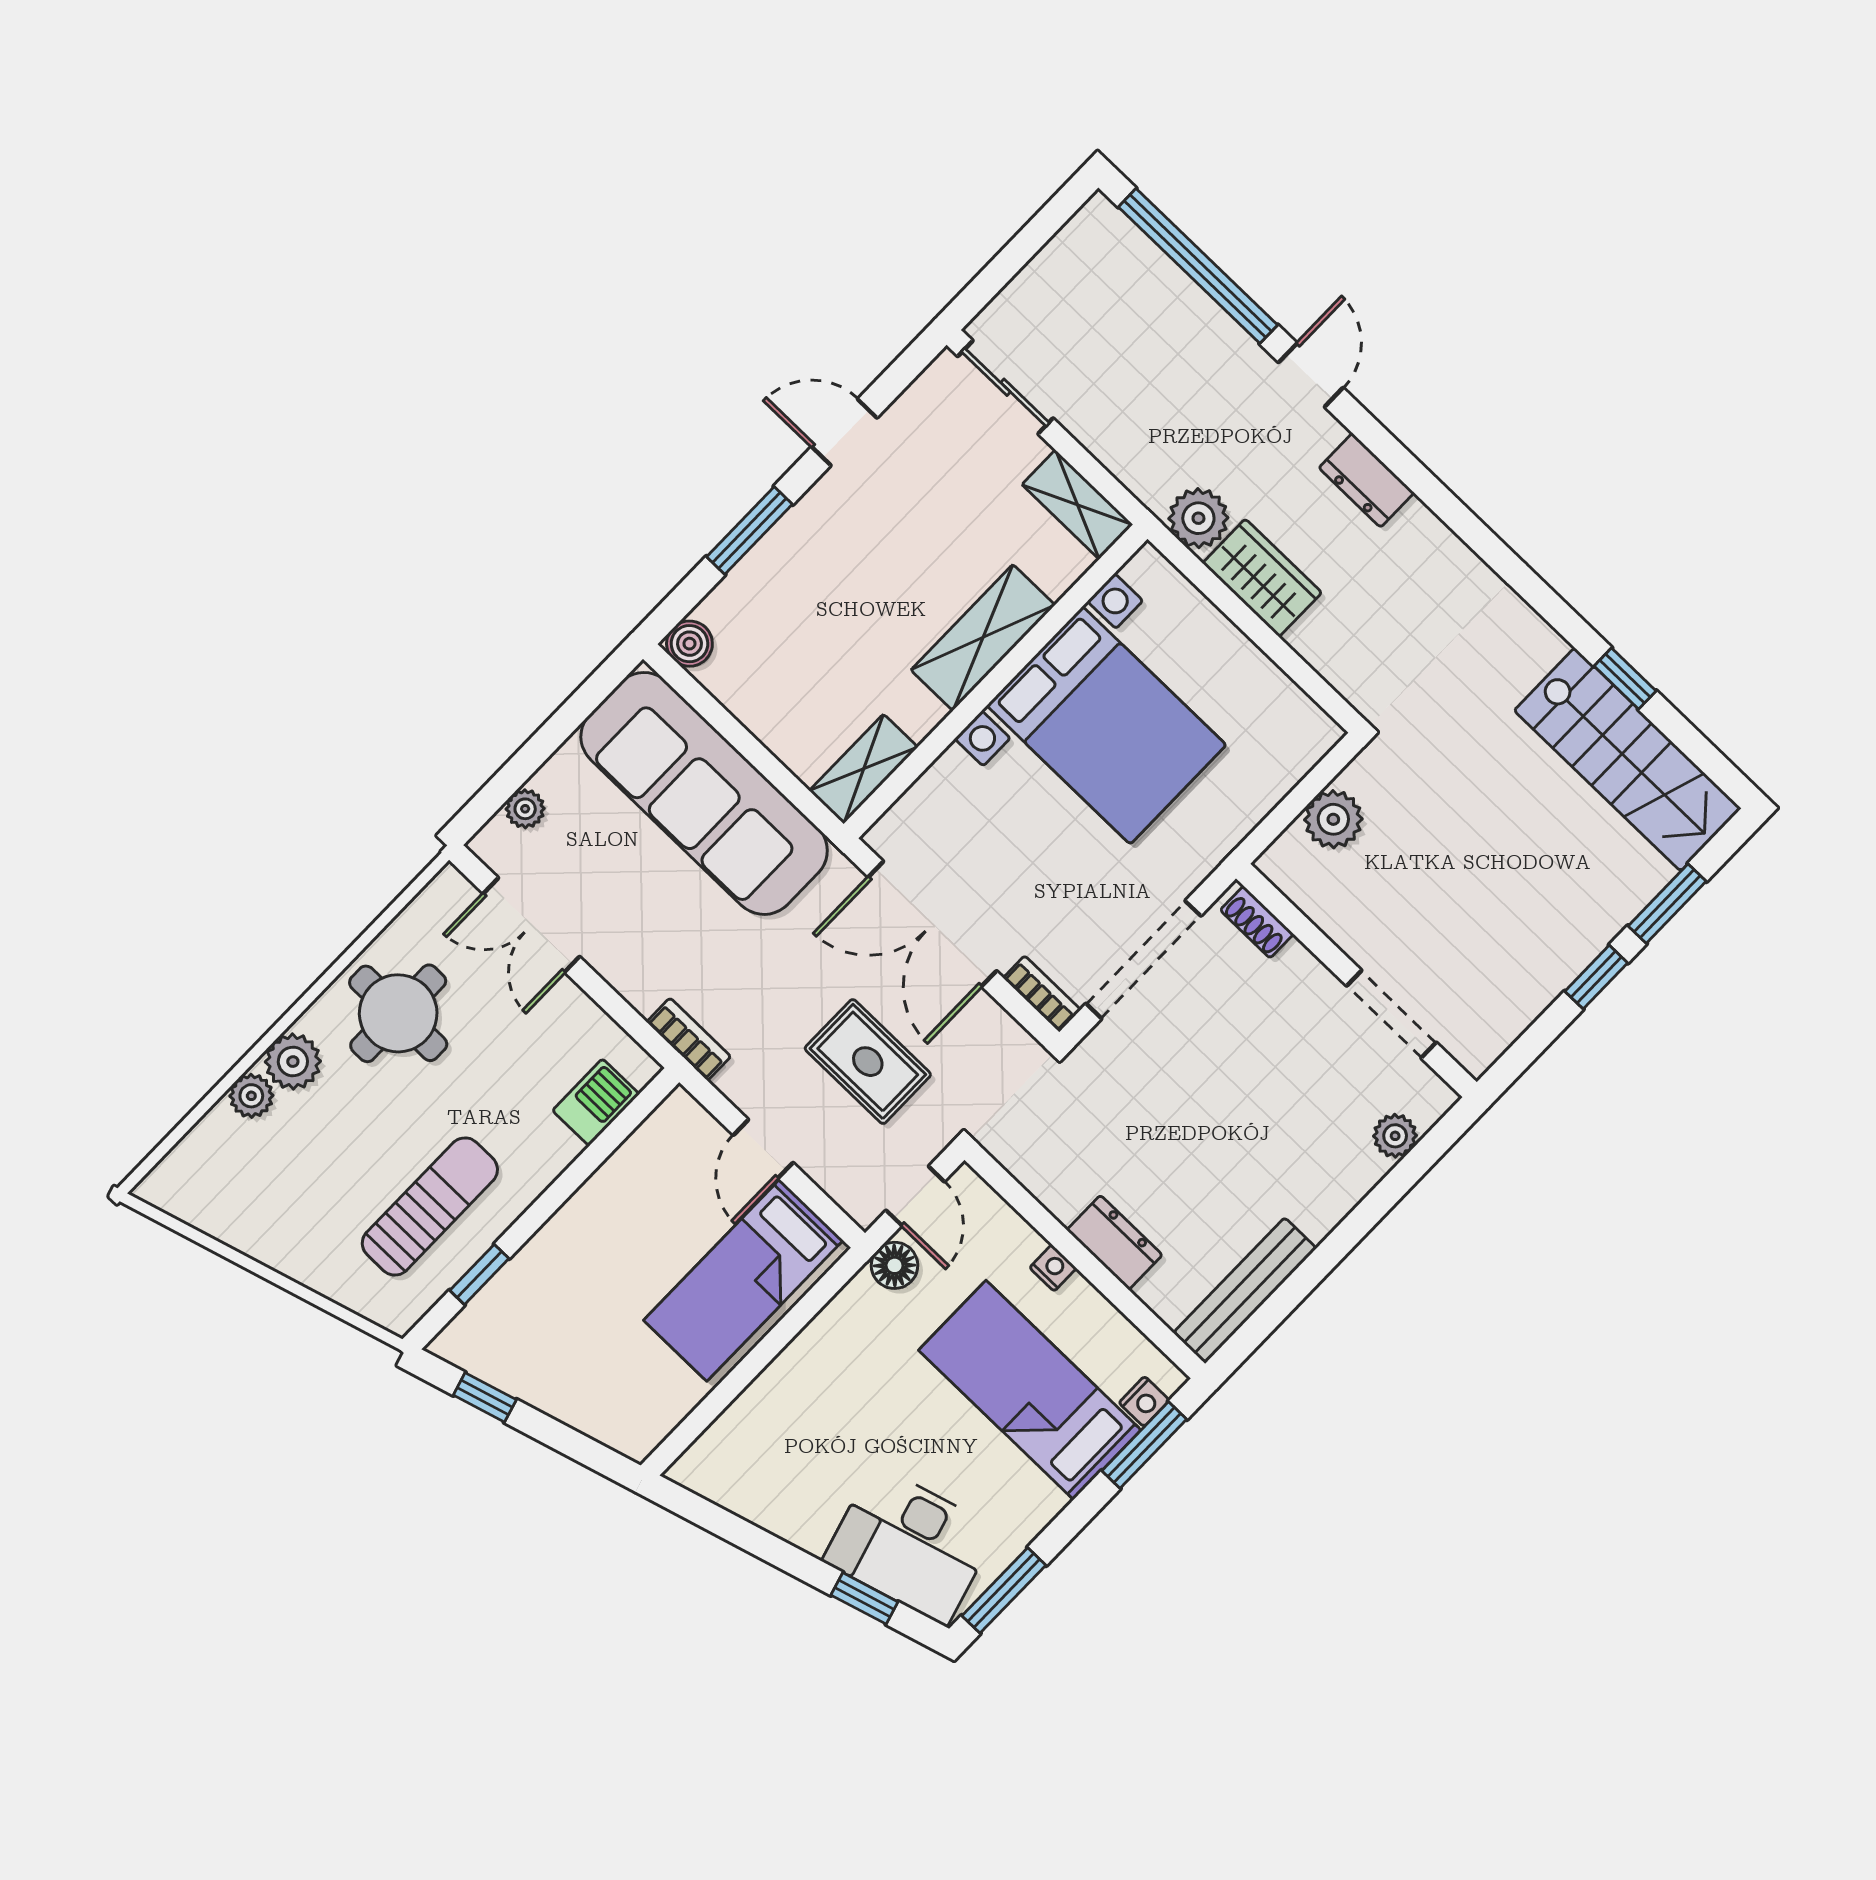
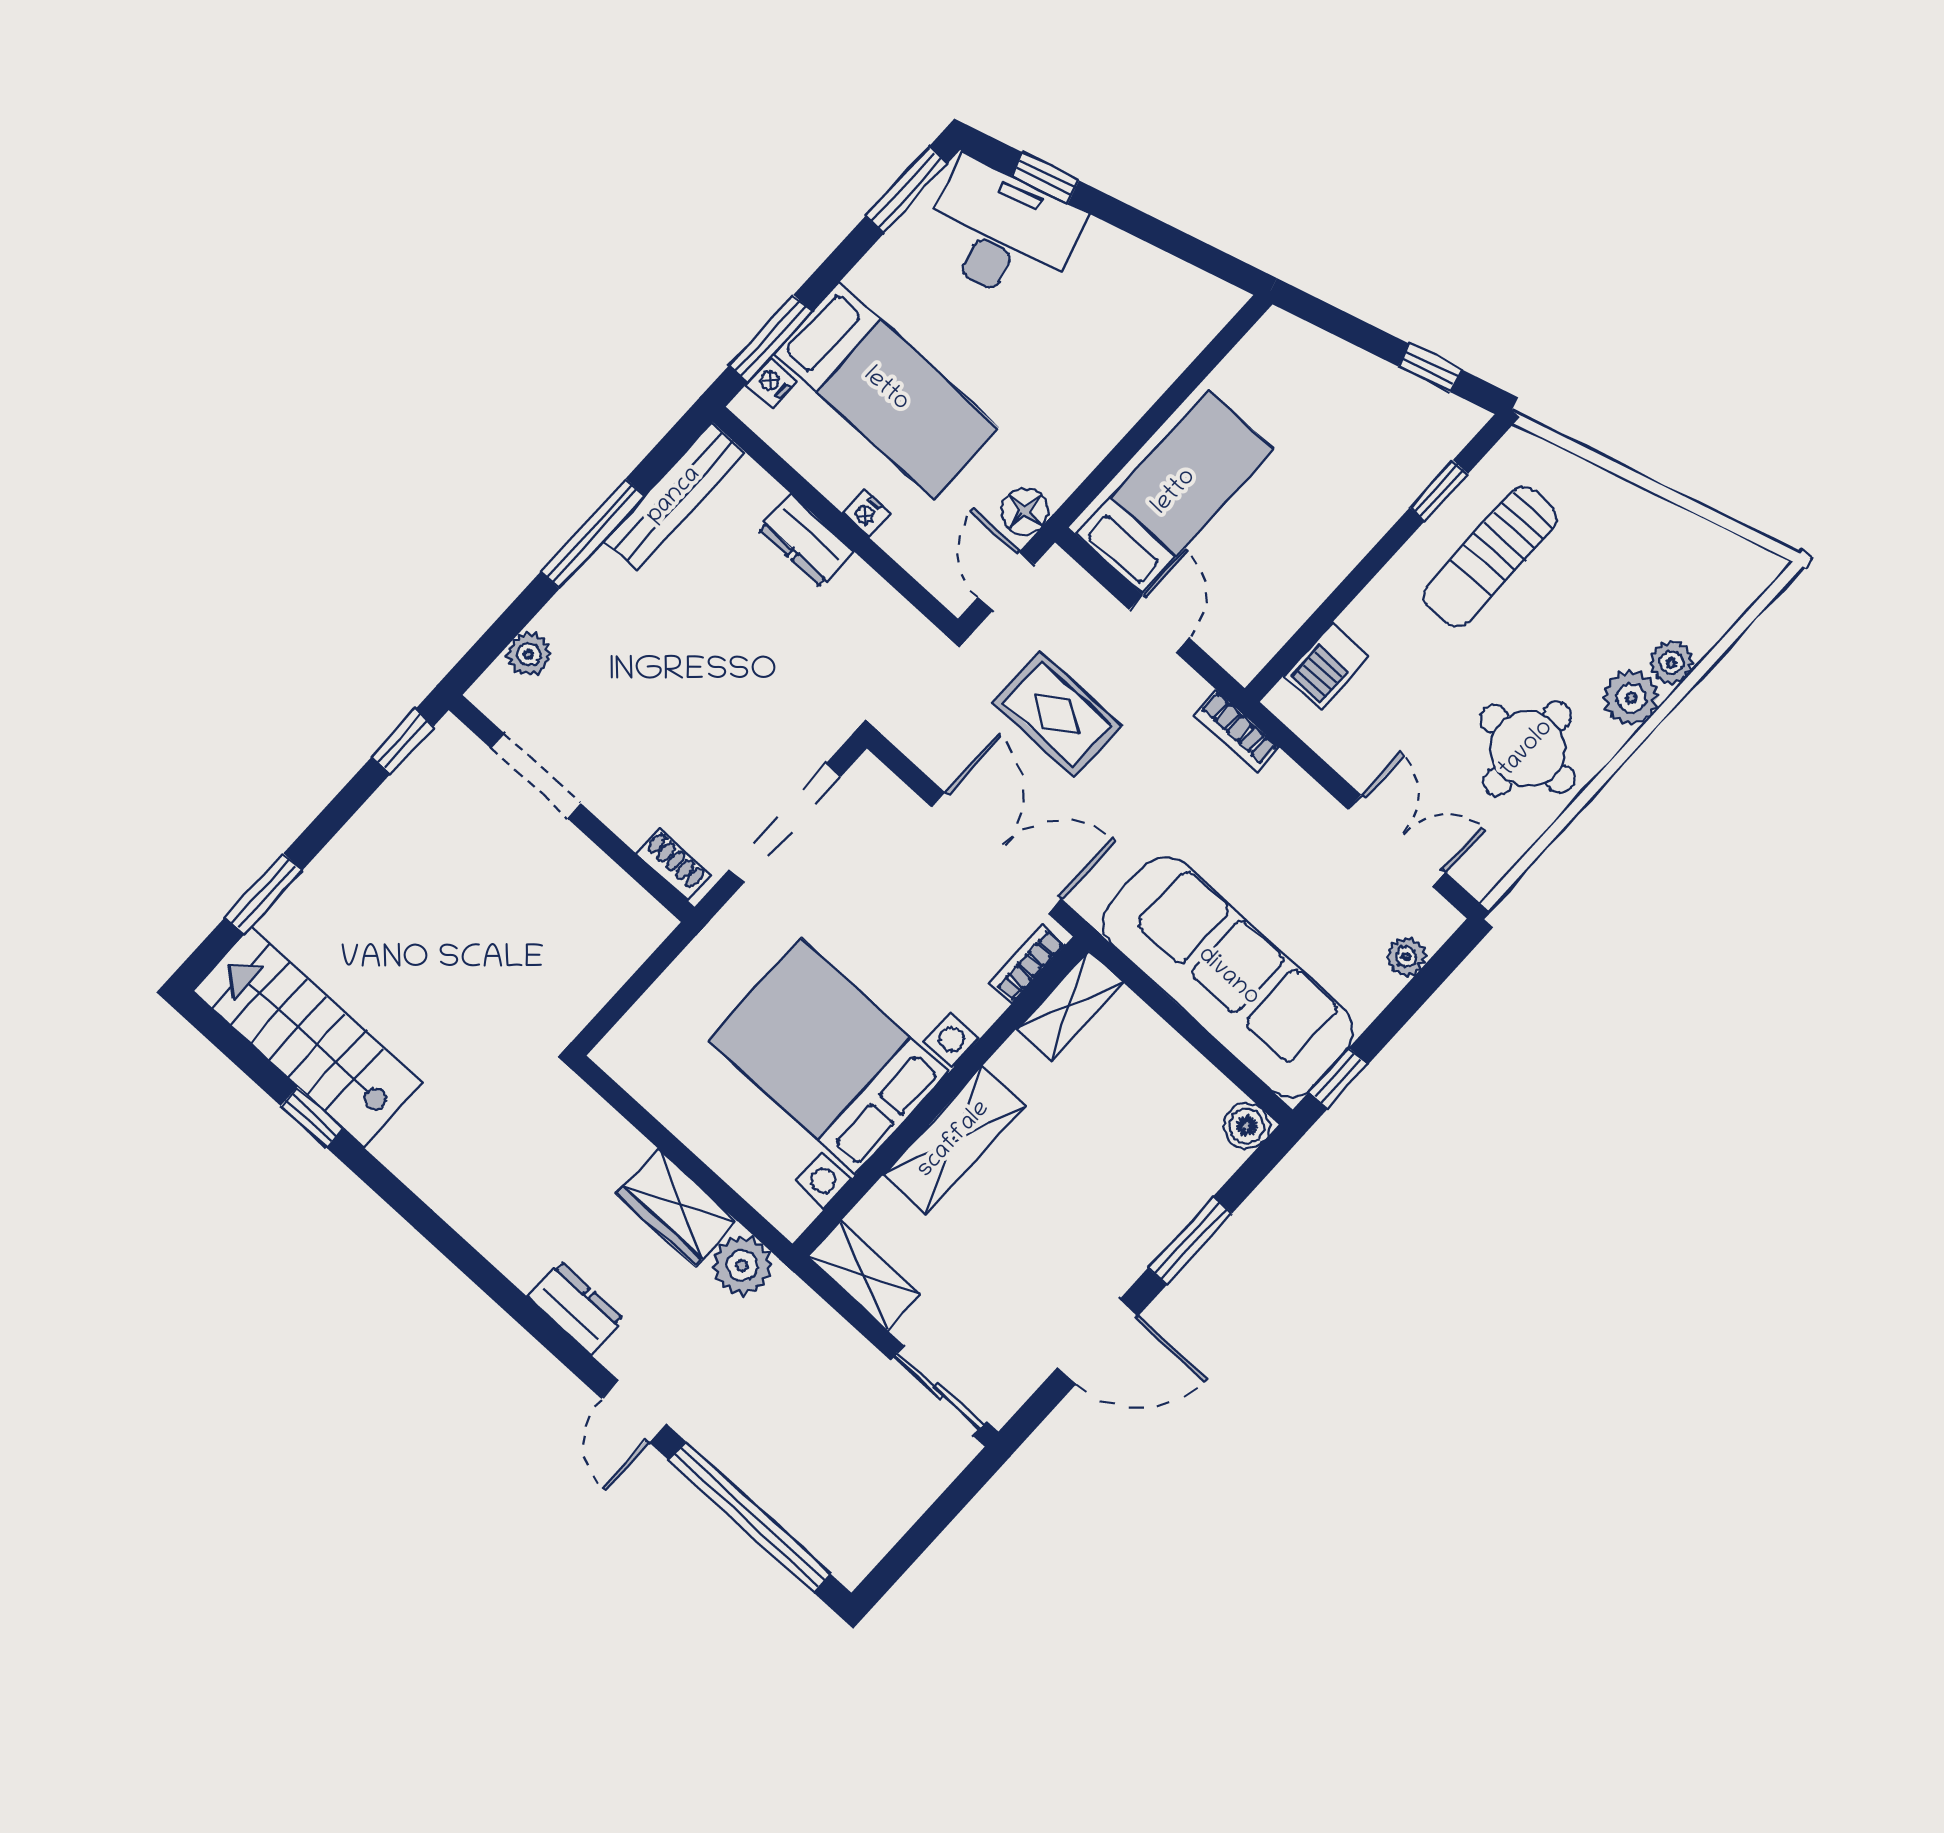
door: (844, 432) -> (1098, 1341), width x1.38
window: (597, 689) -> (1338, 1078), added
plant: (1333, 819) -> (599, 969), removed
window: (1596, 977) -> (403, 741), moved
bookcase: (1042, 994) -> (1027, 963), moved, turned 90
window: (1328, 1255) -> (593, 534), added

